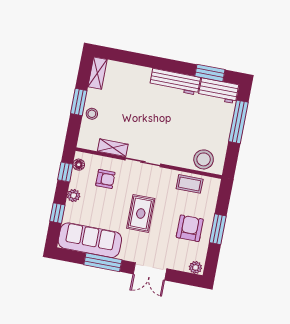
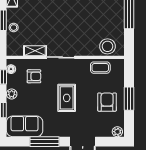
sofa: (90, 240) -> (25, 126), width x0.73

